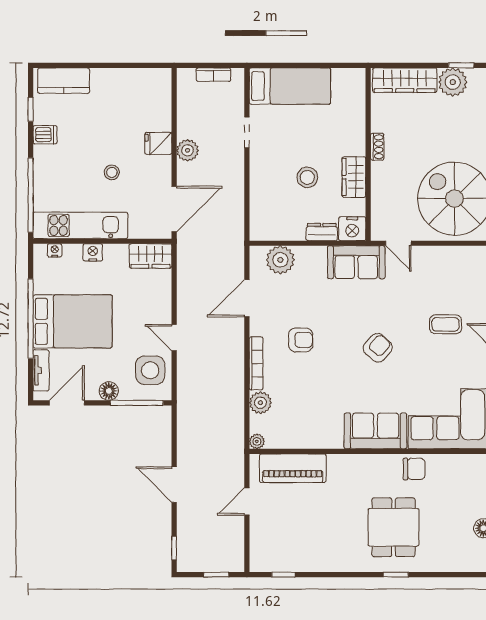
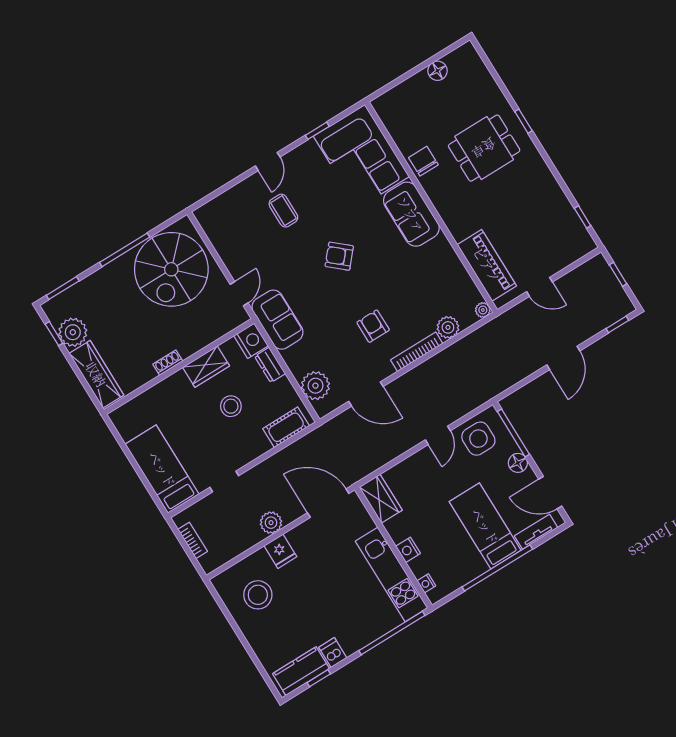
kitchen counter: (64, 81) -> (301, 671), moved, turned -90
stool: (112, 172) -> (258, 595), moved, width x1.89, depth x1.89
cot: (260, 213) -> (286, 427), added
bed: (73, 321) -> (485, 526), width x0.67

